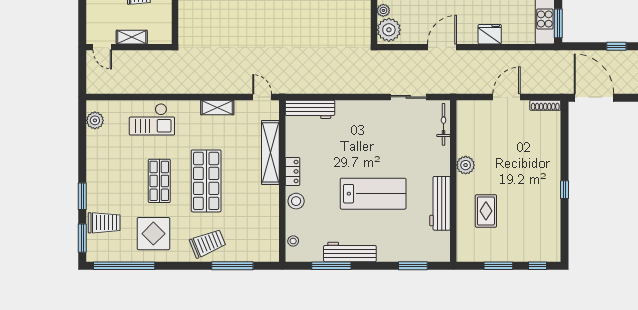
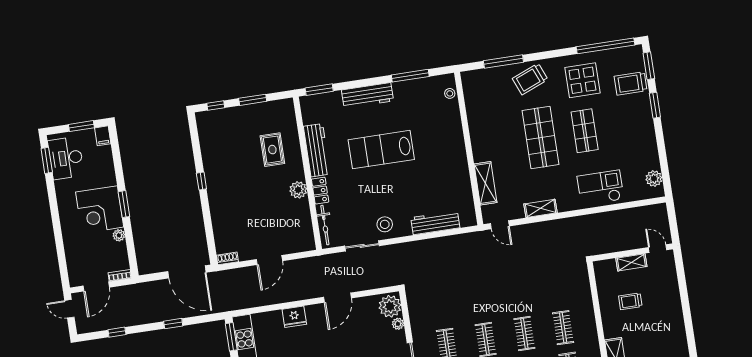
shoe rack: (545, 105) -> (227, 258), width x0.70
workbench: (310, 109) -> (435, 223), moved
shelving: (270, 152) -> (485, 183), width x0.68
locker: (292, 171) -> (320, 191), moved, turned 180
stool: (296, 201) -> (385, 224), moved
workbench: (350, 252) -> (367, 95), moved
window: (413, 266) -> (319, 90), moved

